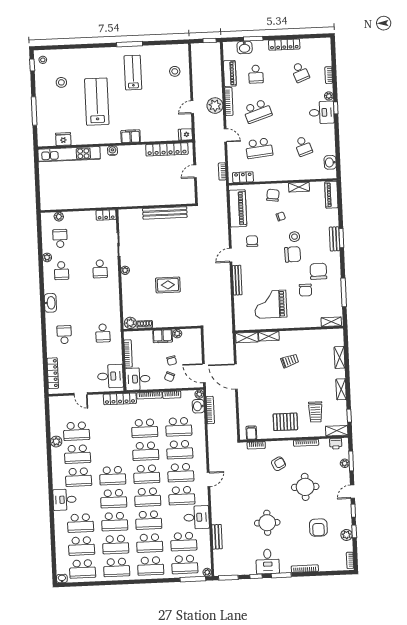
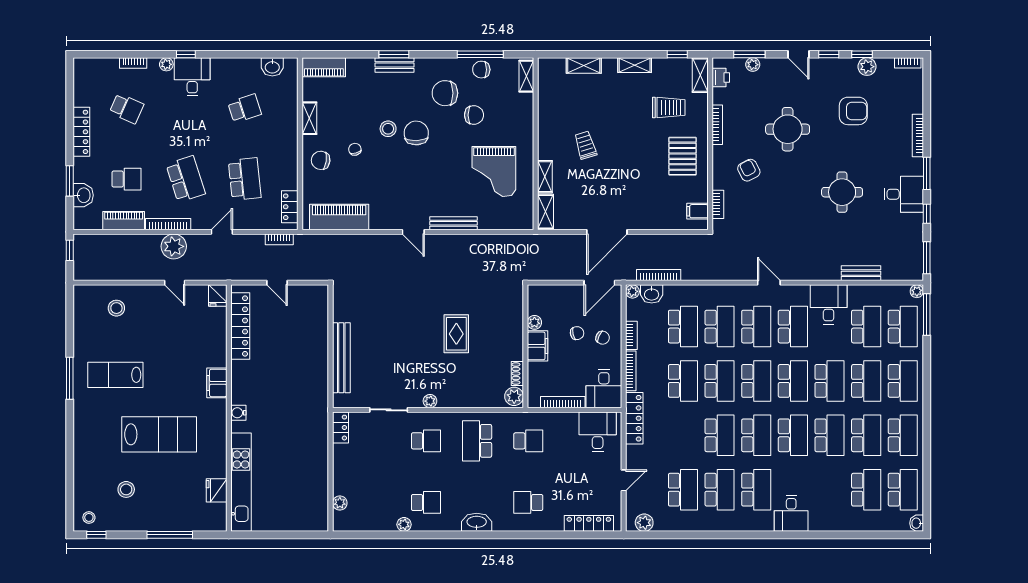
school desk: (300, 72) -> (127, 108), turned 45
lab bench: (97, 102) -> (159, 434), turned 180
bench: (165, 213) -> (341, 358), moved
school desk: (60, 238) -> (477, 441), moved, width x1.85
chair: (252, 241) -> (481, 70), moved
plant: (56, 442) -> (644, 523), moved
school desk: (80, 523) -> (720, 435), moved

